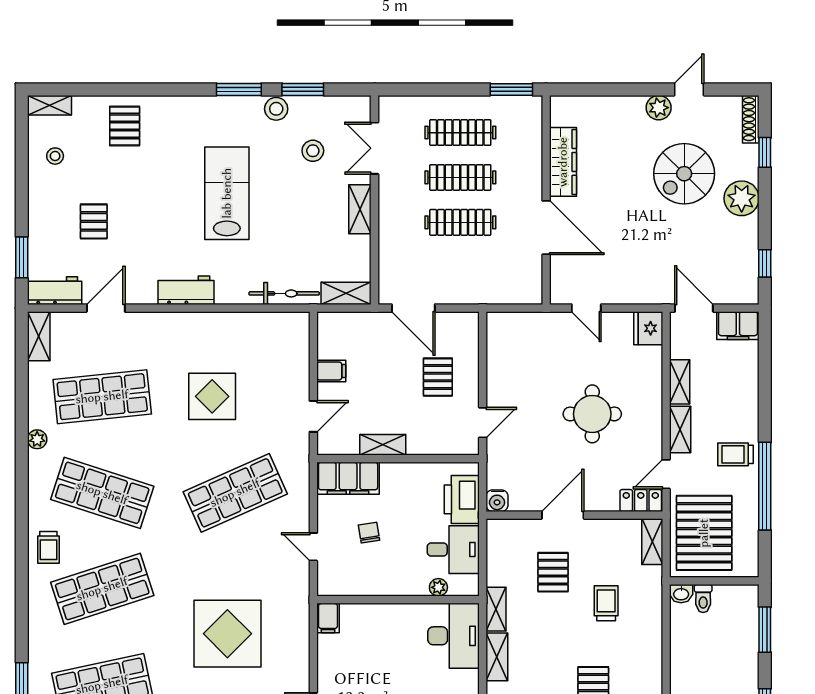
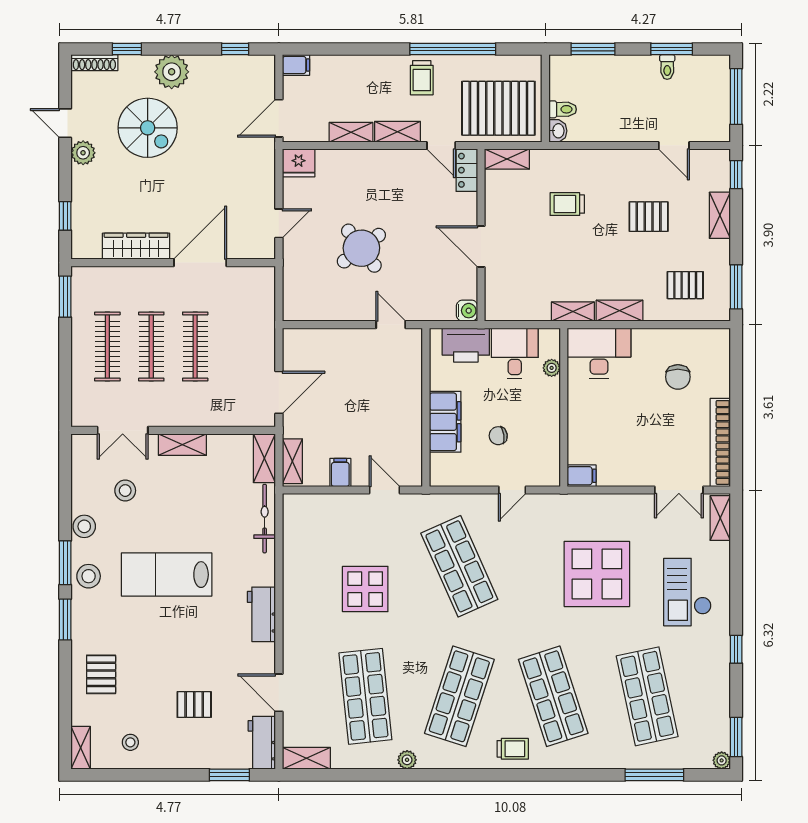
window: (303, 89) -> (65, 620), moved
window: (594, 89) -> (65, 216), added
stool: (225, 113) -> (89, 576), added
pallet: (125, 126) -> (101, 674), turned 90
filing cabinet: (738, 326) -> (296, 65), width x0.50
pallet: (438, 377) -> (346, 368), removed
round table: (592, 414) -> (361, 248), moved, turned -37
shelving: (383, 445) -> (292, 461), moved
filing cabinet: (348, 478) -> (445, 422), moved
pallet: (553, 572) -> (537, 256), removed

